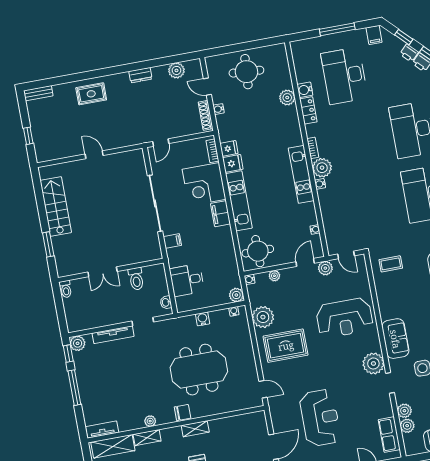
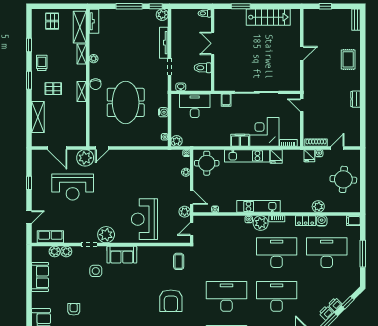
filing cabinet: (374, 35) -> (353, 221), moved
plant: (176, 70) -> (354, 127), removed
desk: (356, 140) -> (277, 253), added
fridge: (229, 148) -> (309, 156), moved
desk: (187, 280) -> (195, 106), width x1.37
plant: (263, 317) -> (85, 158), moved
rug: (286, 346) -> (132, 171), removed

